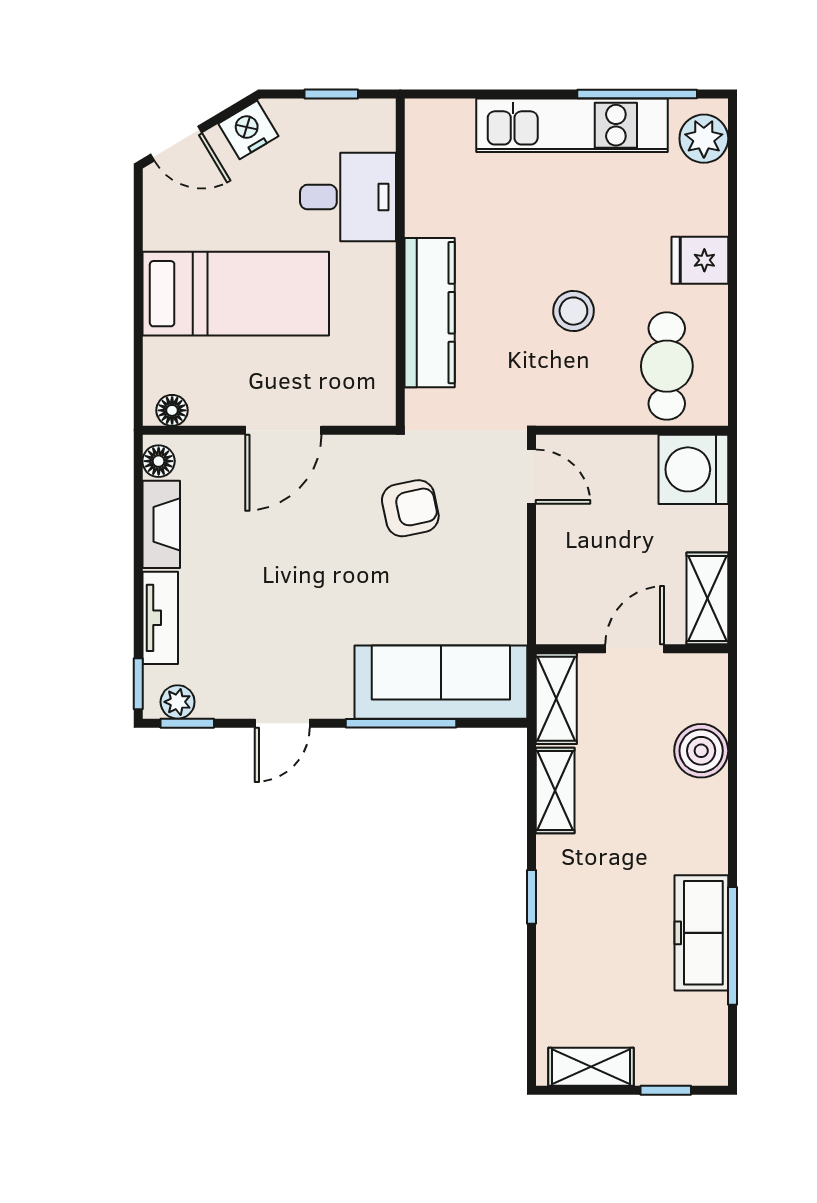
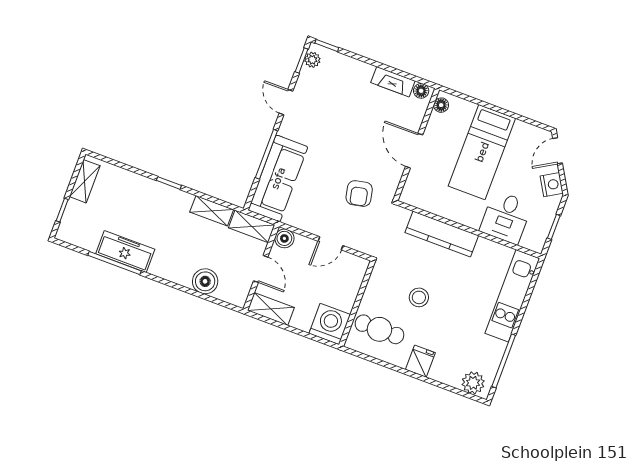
kitchen unit: (572, 125) -> (512, 296), moved
door: (531, 477) -> (330, 243), moved
tv unit: (160, 618) -> (352, 66), removed
boiler: (556, 624) -> (284, 238), added

